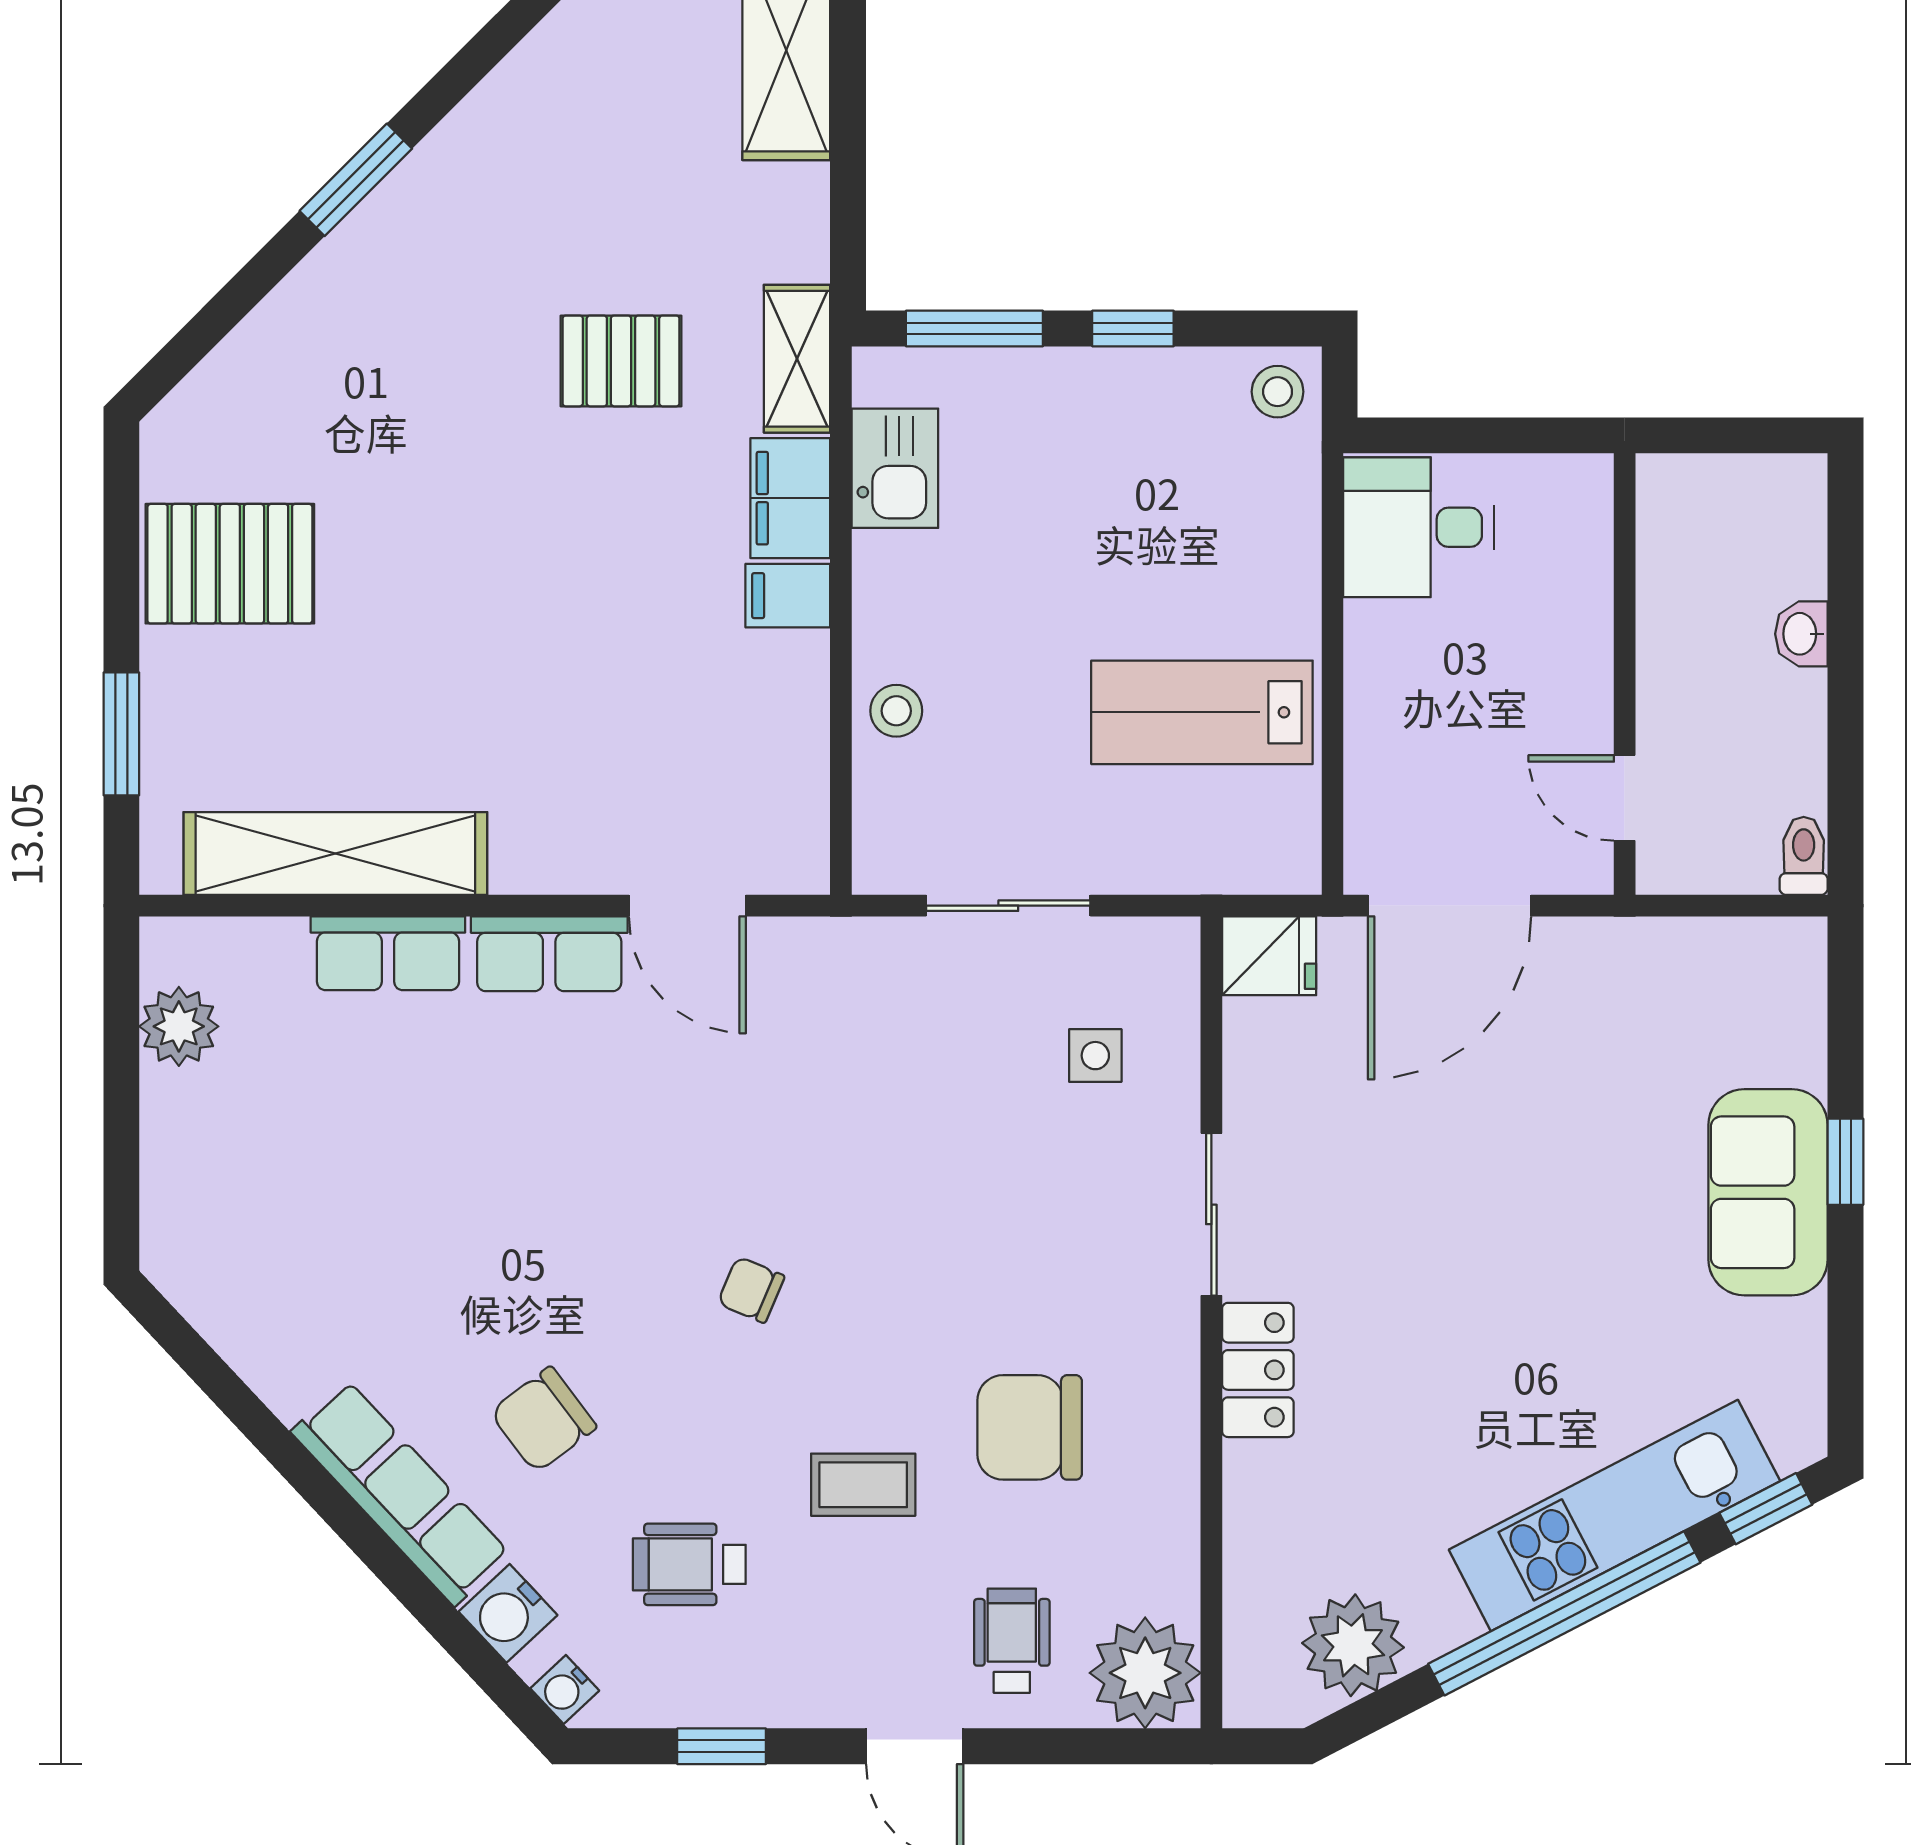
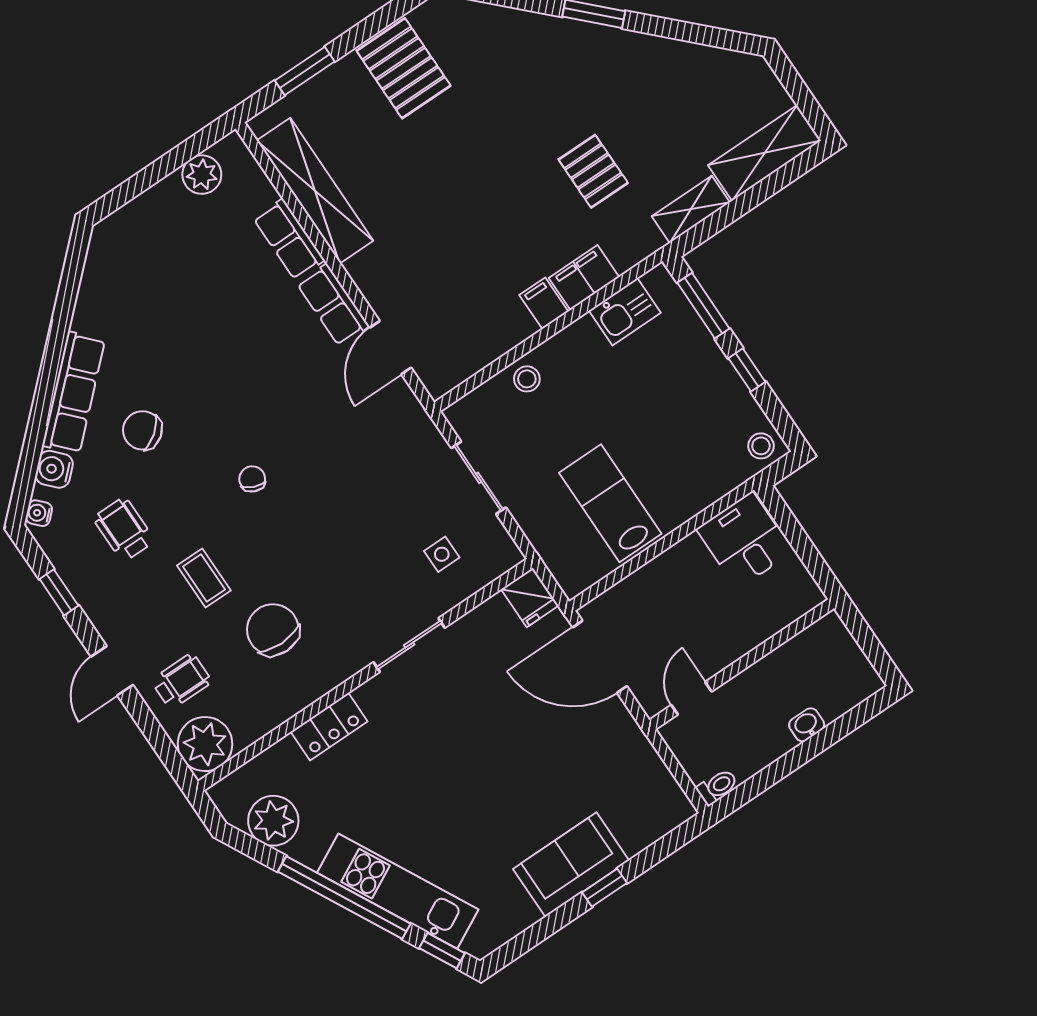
shelving: (797, 359) -> (691, 209), moved
locker: (1258, 1370) -> (329, 727), moved

